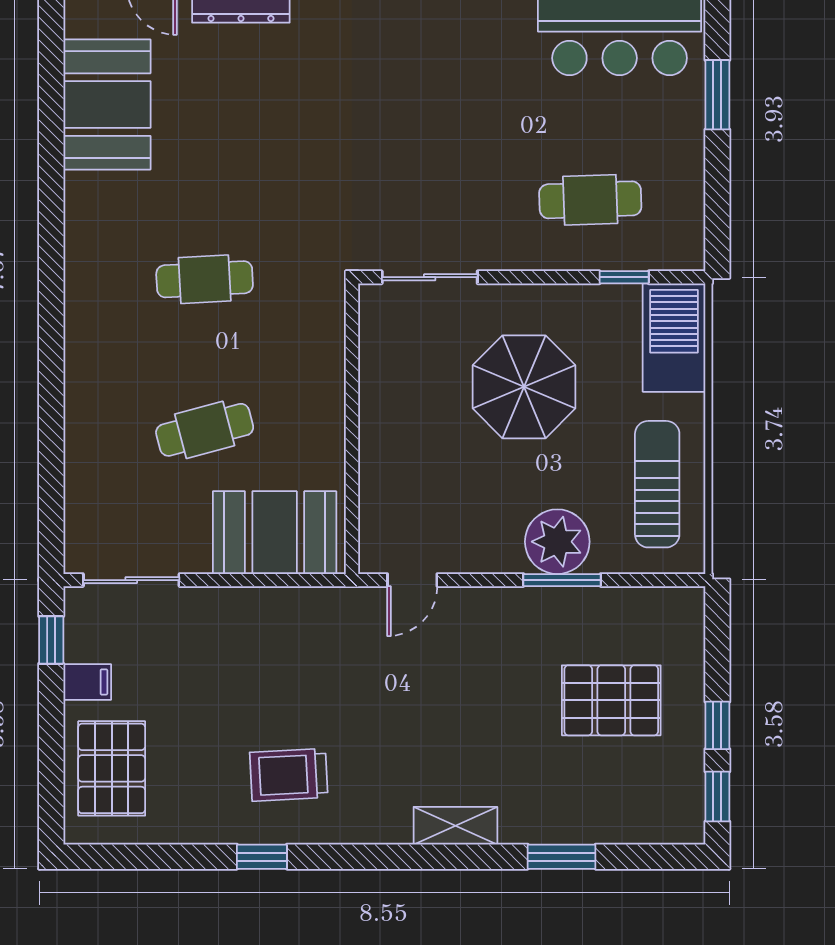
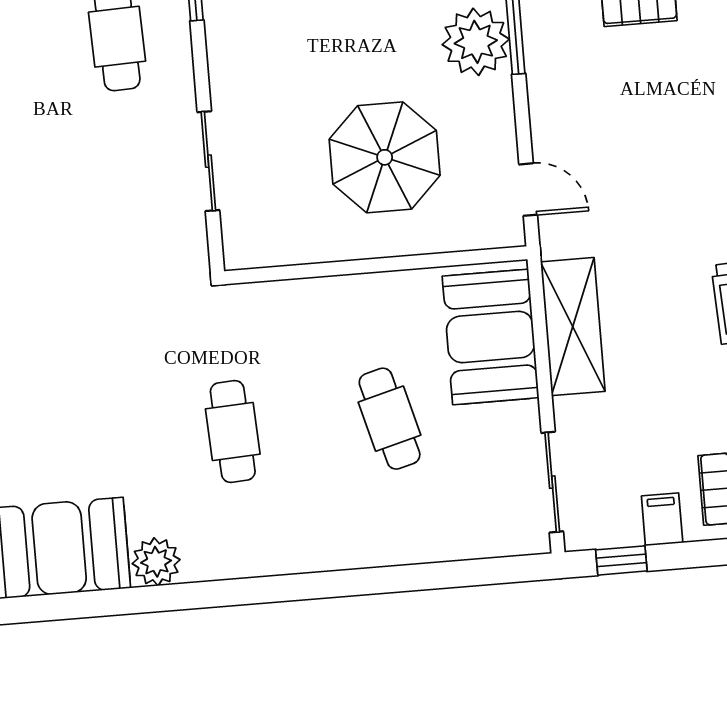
plant: (86, 196) -> (156, 562), added
sliding door: (430, 277) -> (208, 161), moved
parasol: (524, 387) -> (385, 157), moved
shelving: (278, 612) -> (573, 327), added

